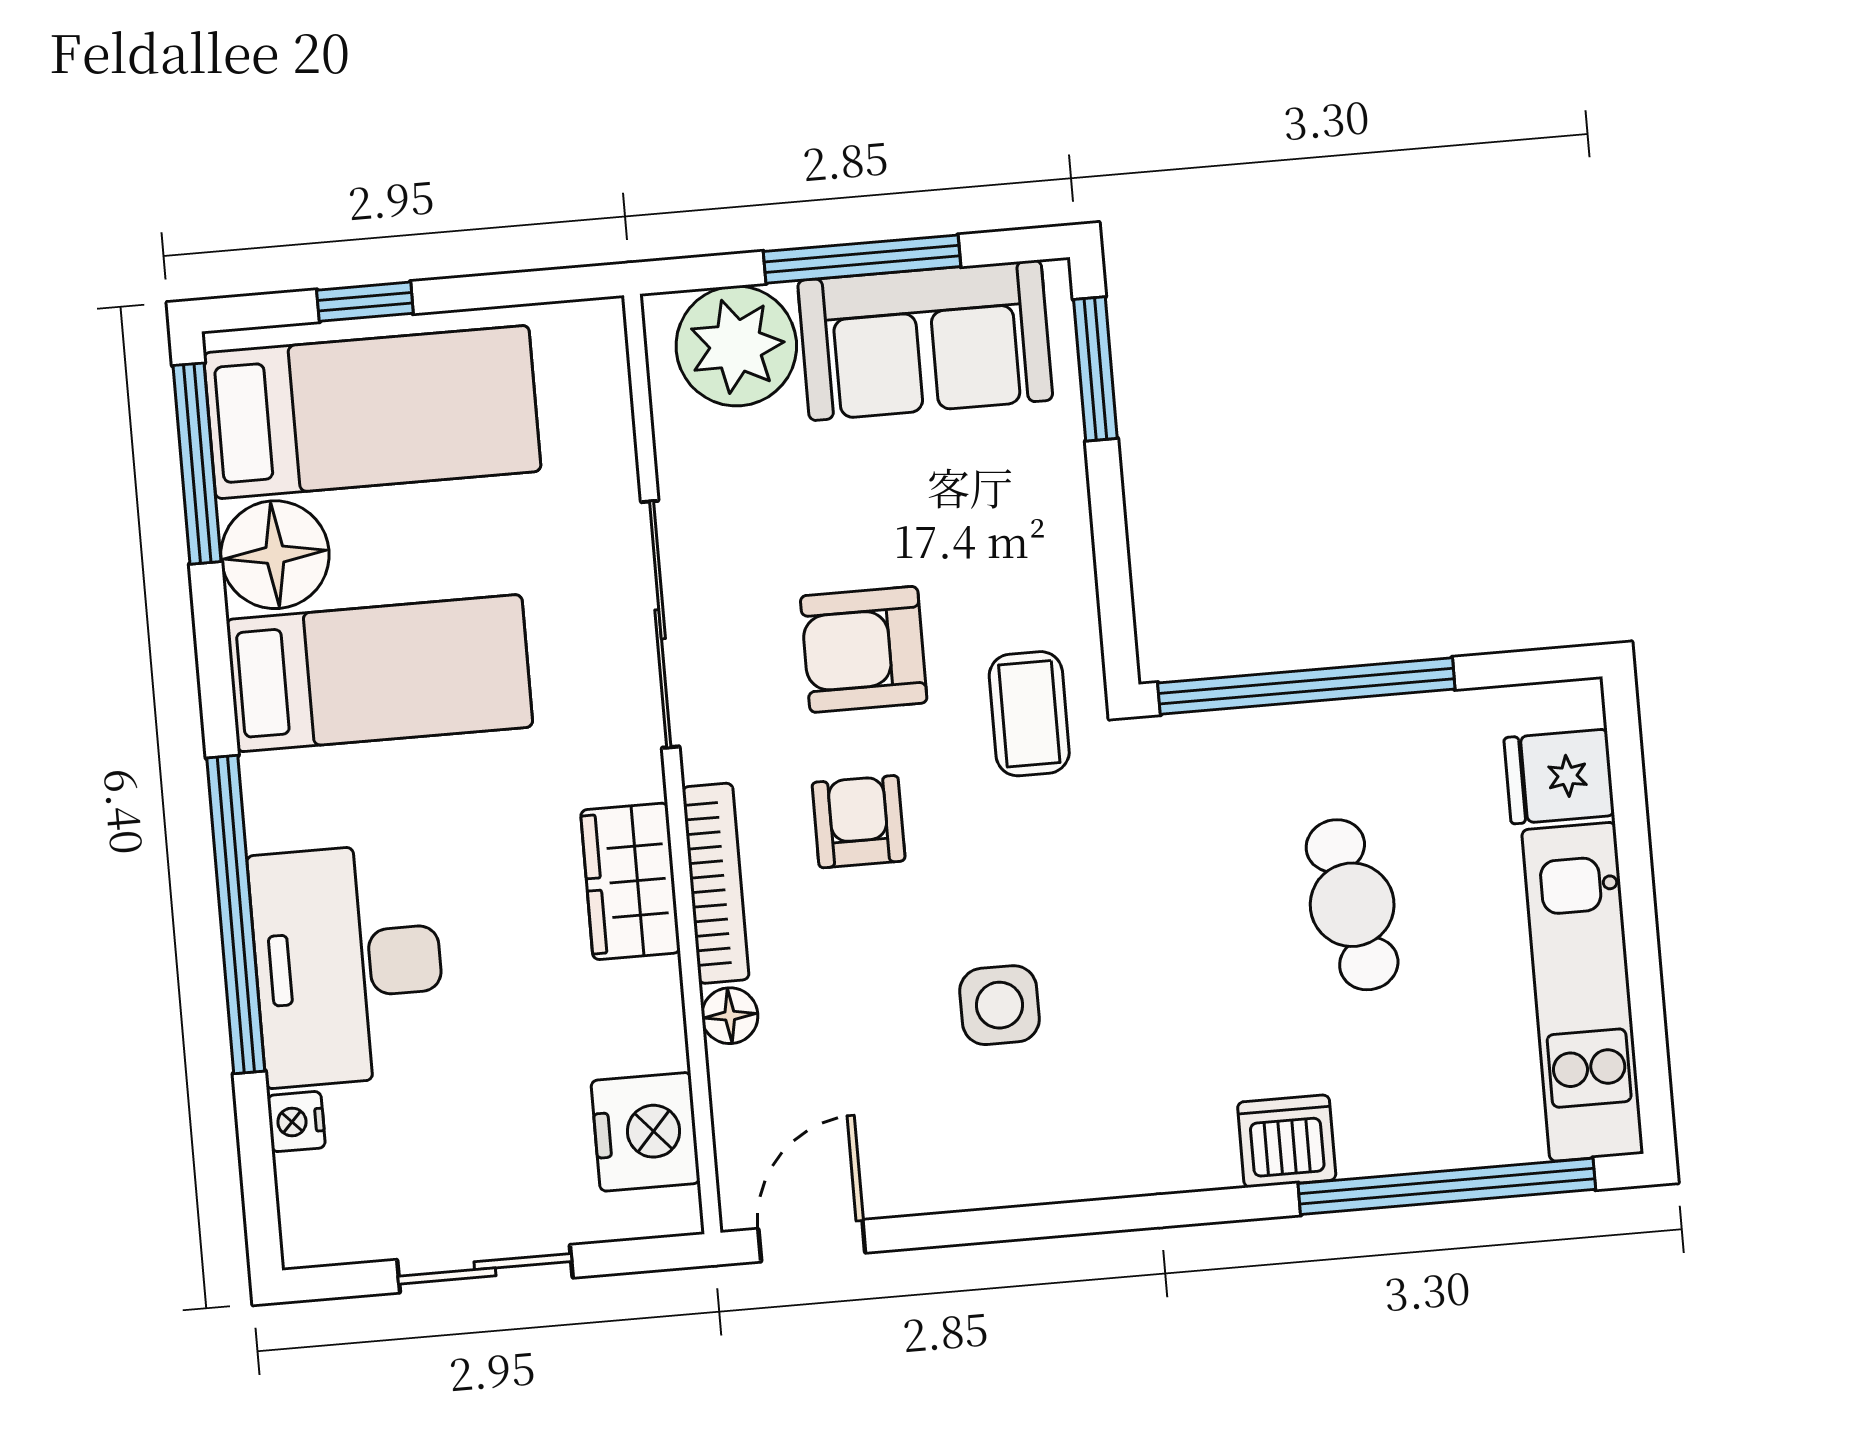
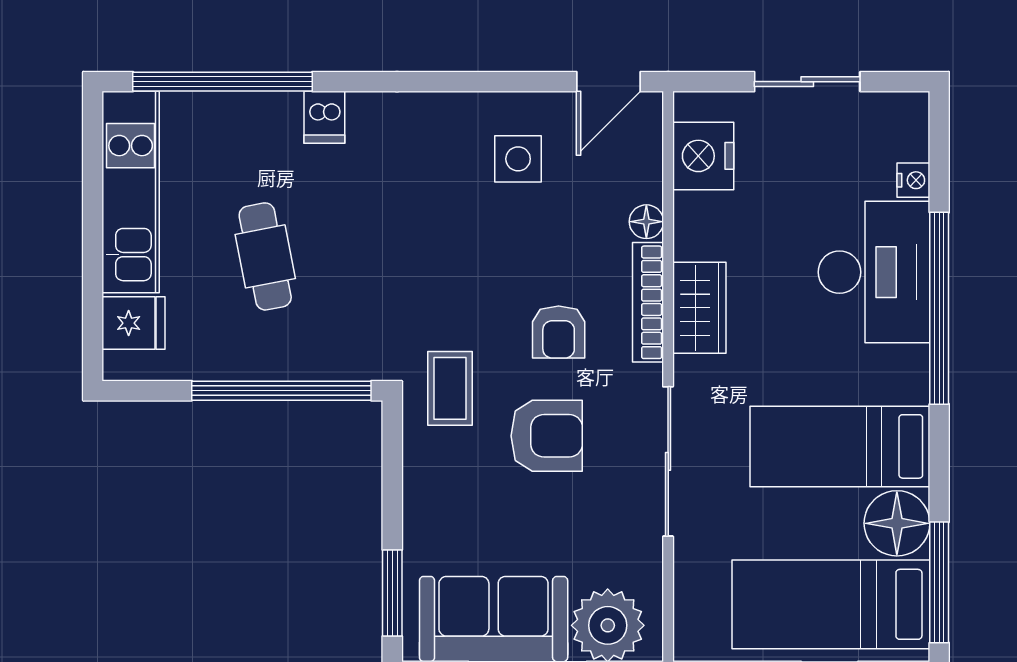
side table: (999, 1005) -> (518, 159), moved
dishwasher: (1287, 1141) -> (324, 117), width x0.73

